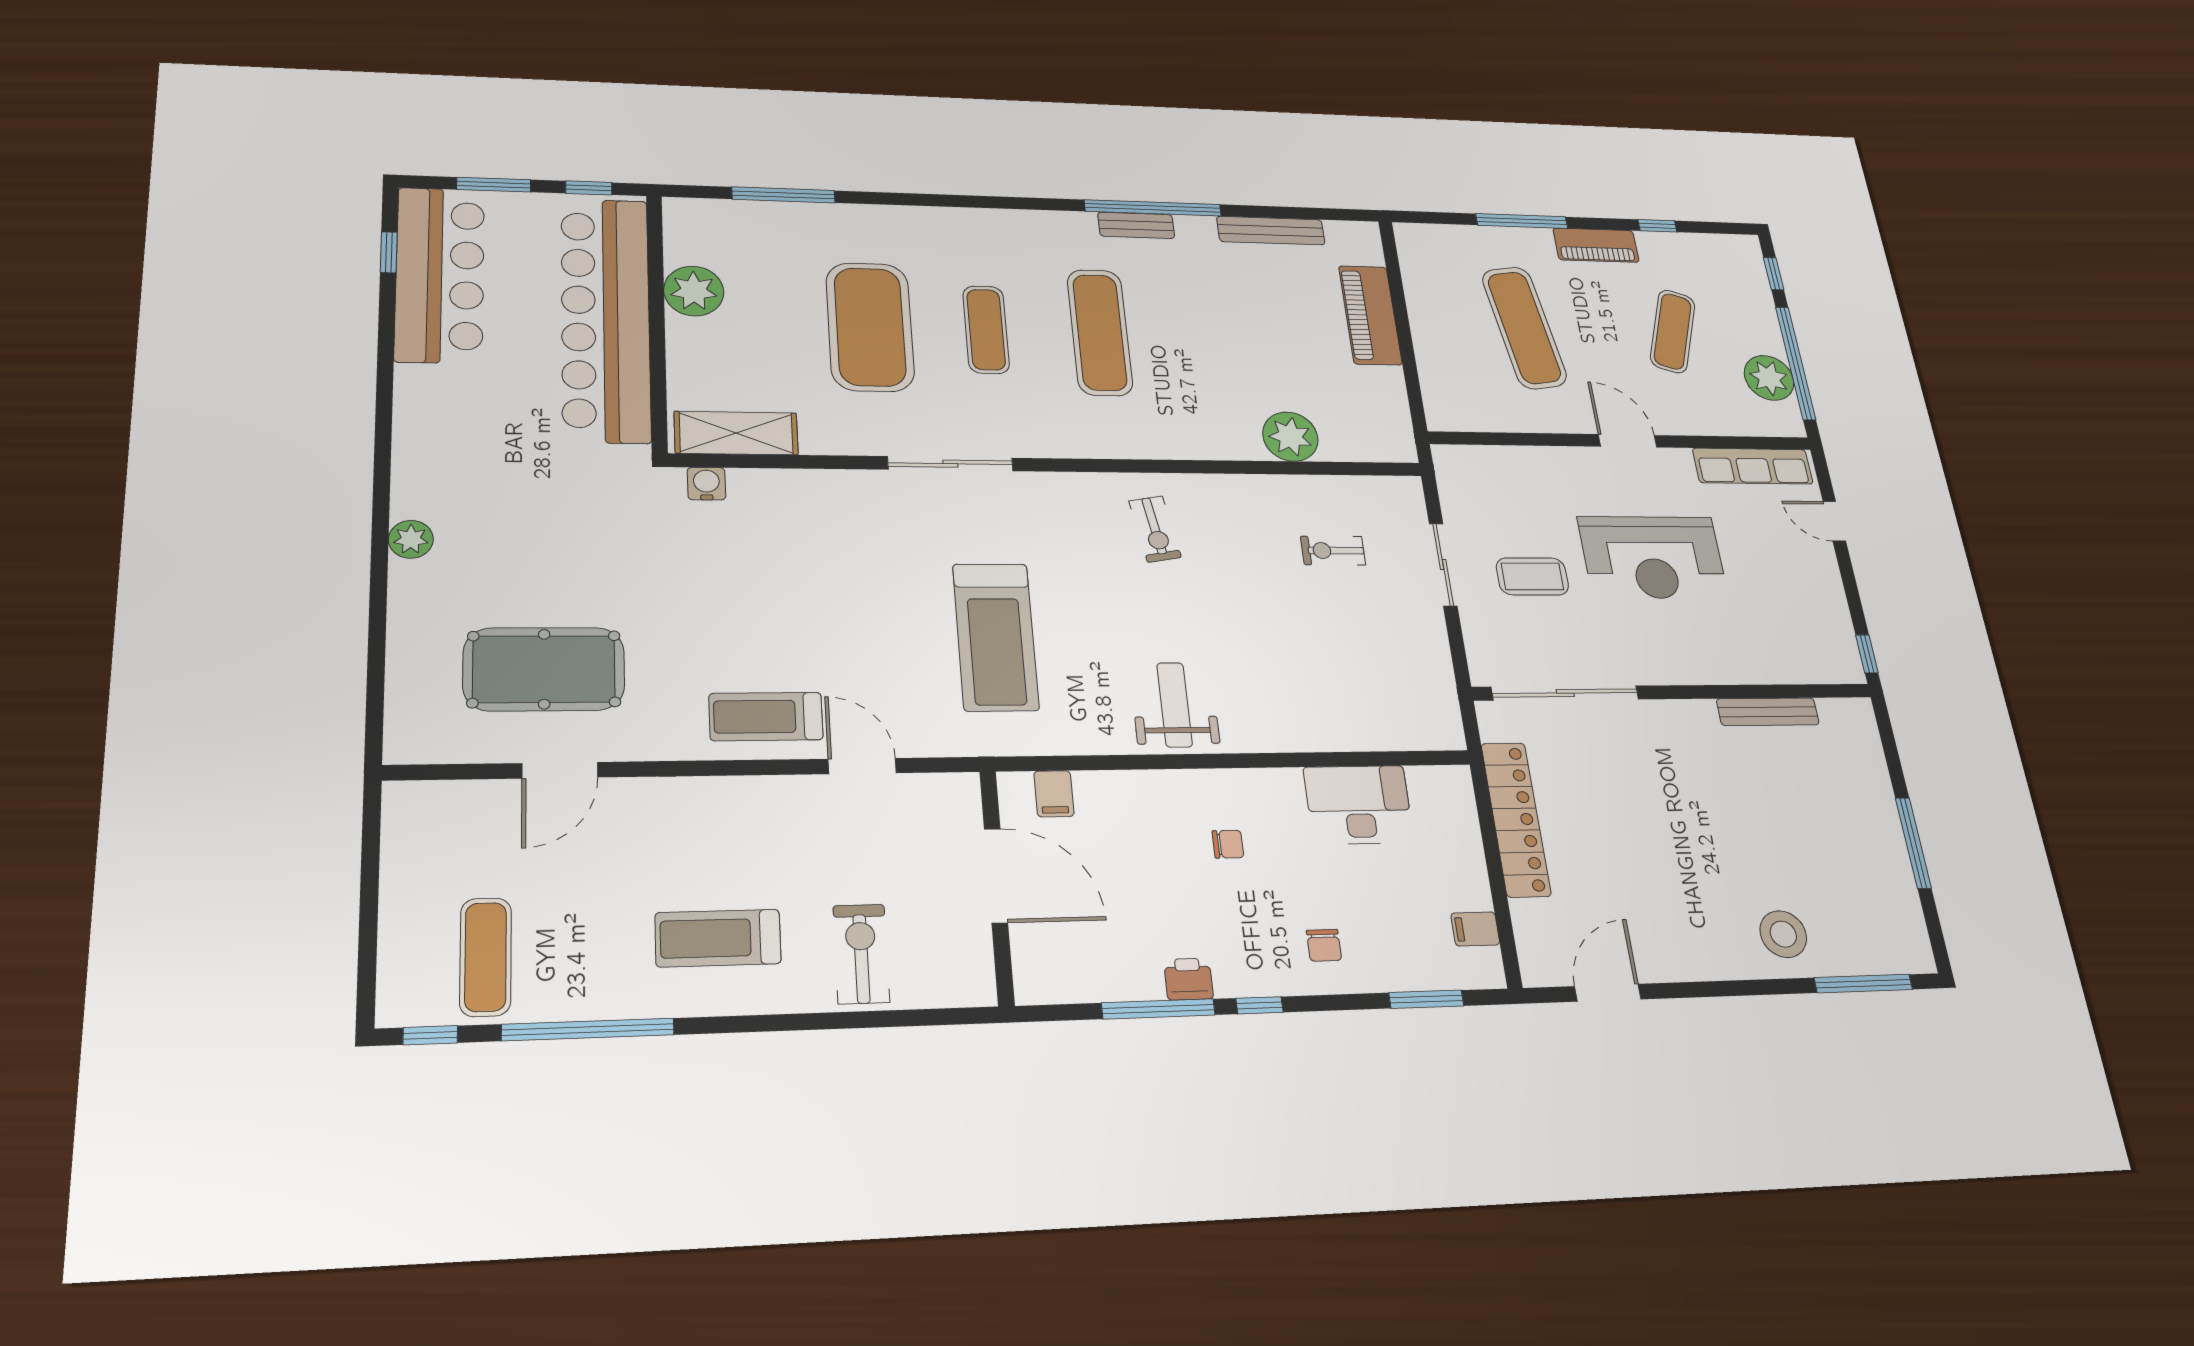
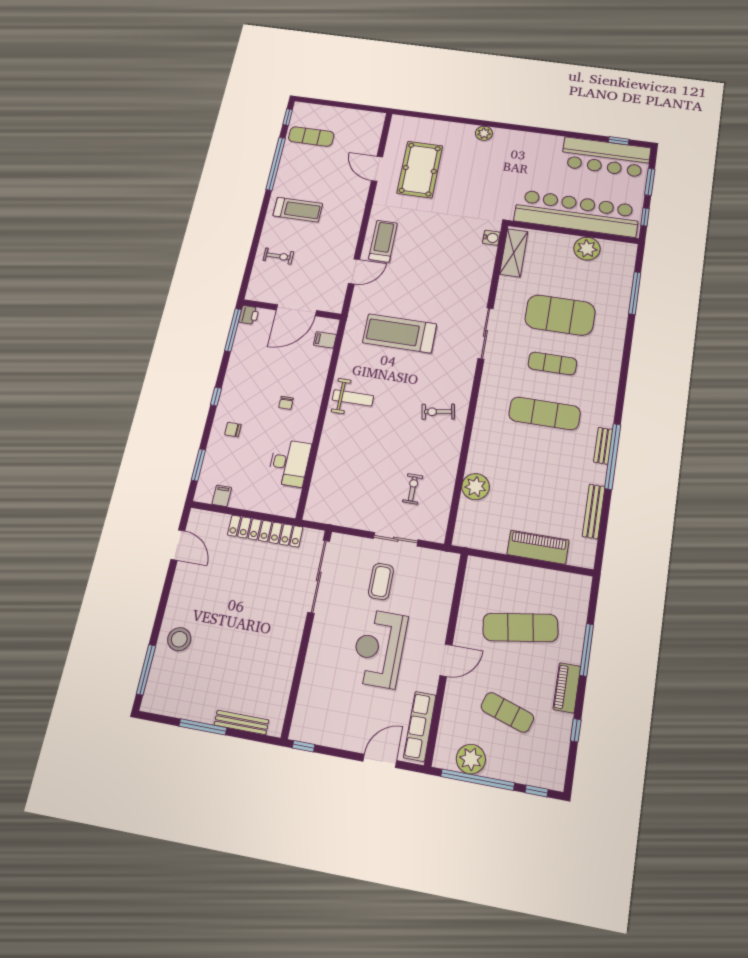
door: (1834, 521) -> (380, 761), width x1.38
bench: (1768, 712) -> (241, 722), moved, turned 90
treadmill: (718, 938) -> (298, 210), turned 90
exercise bike: (861, 954) -> (278, 256), width x0.73, depth x0.72
printer: (1189, 979) -> (249, 315), moved
window: (1158, 1009) -> (233, 330), moved

